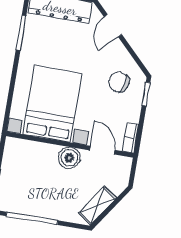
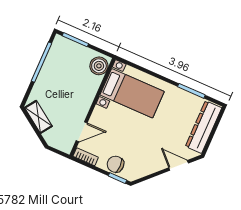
chair: (119, 82) -> (115, 164), moved, turned -104
bed with nightstands: (52, 104) -> (132, 93), width x0.73
boiler: (69, 158) -> (99, 66), moved

